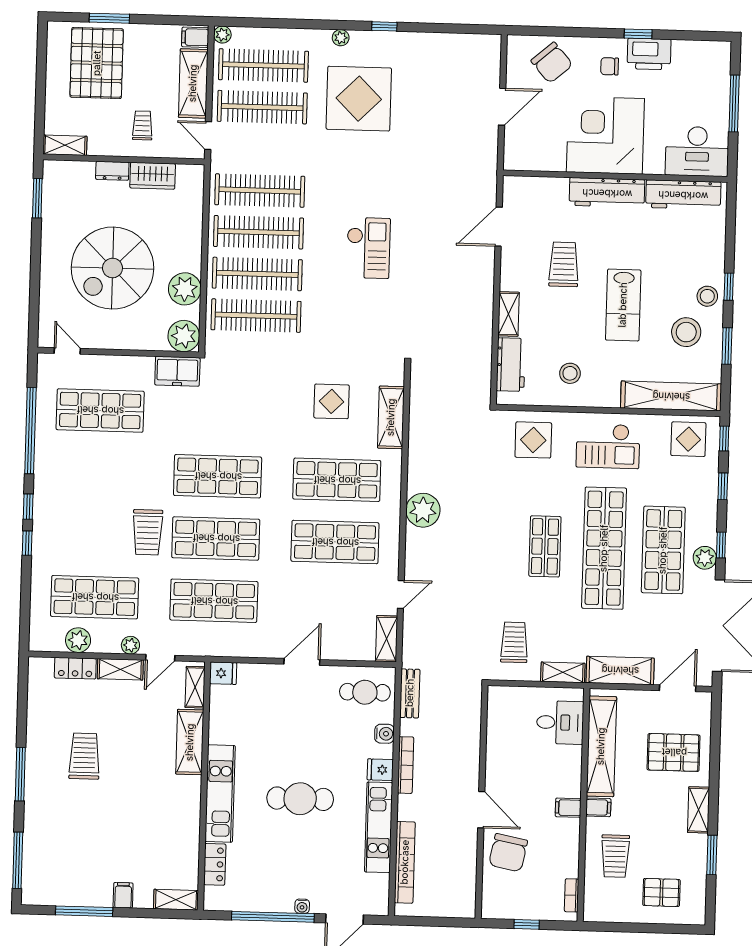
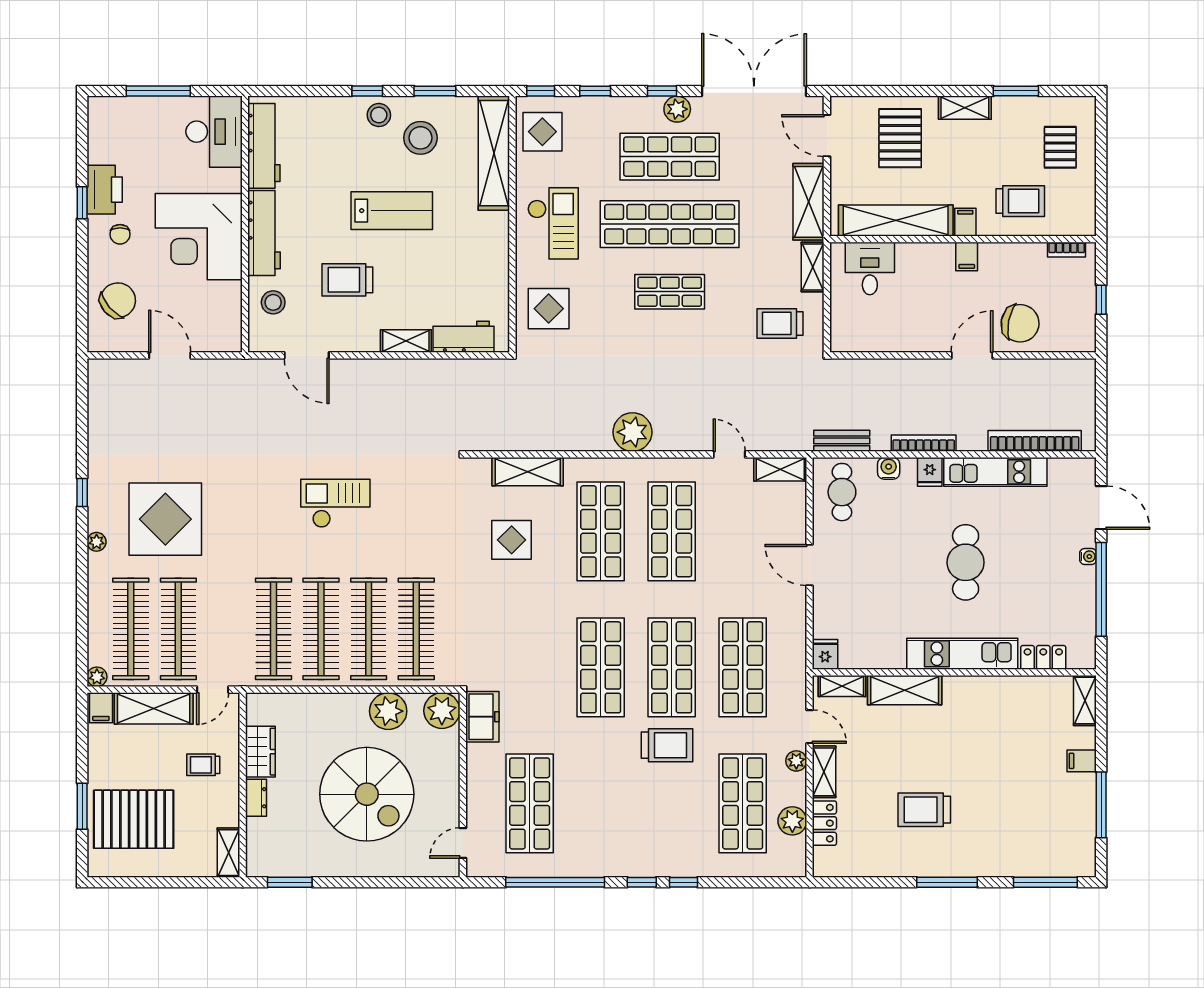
stool: (570, 373) -> (273, 302), moved

